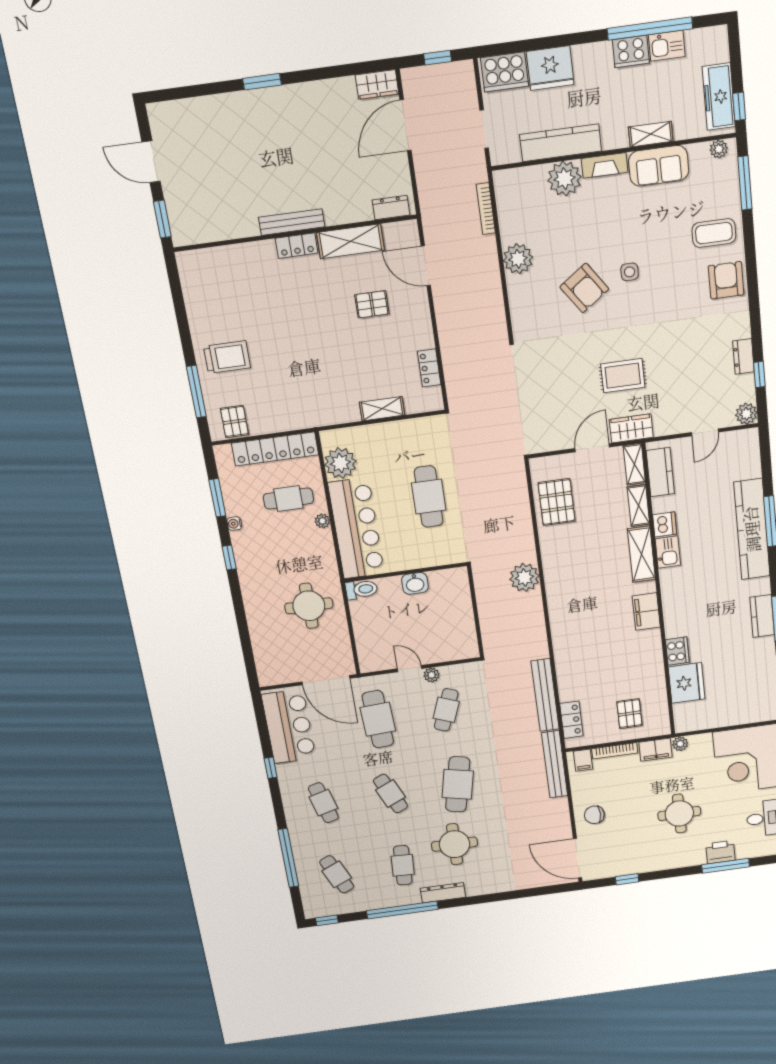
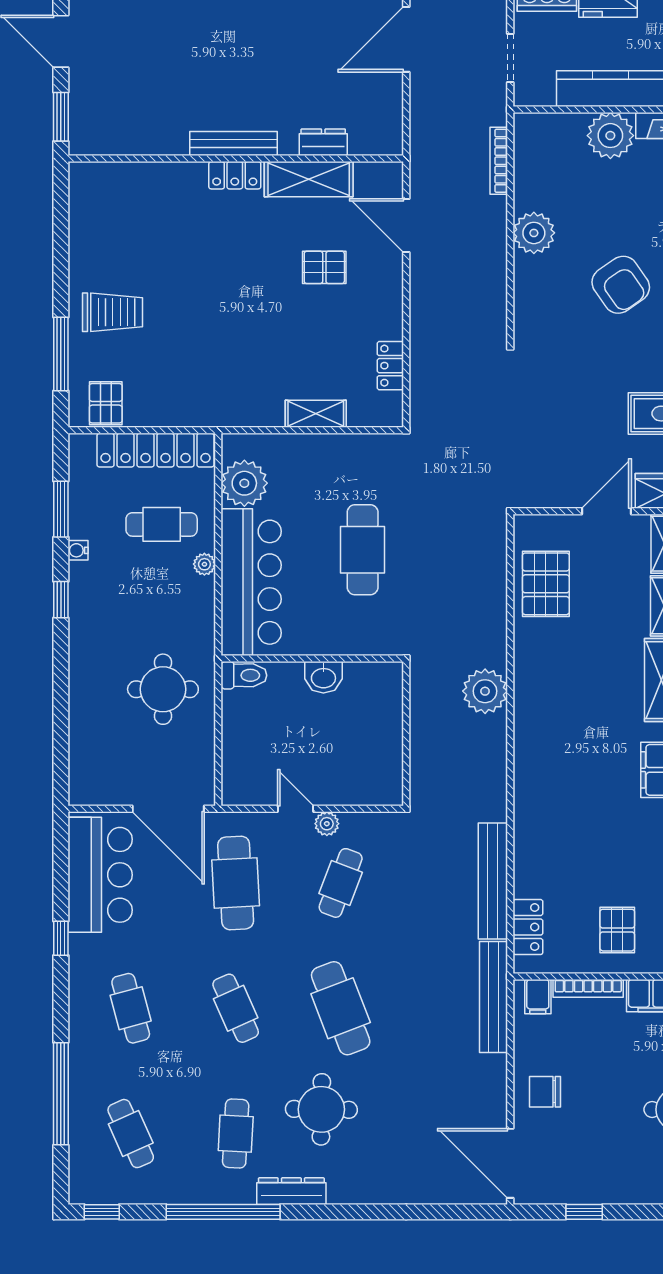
dresser: (391, 208) -> (323, 142), moved
cafe table: (458, 784) -> (341, 1008), turned -33

